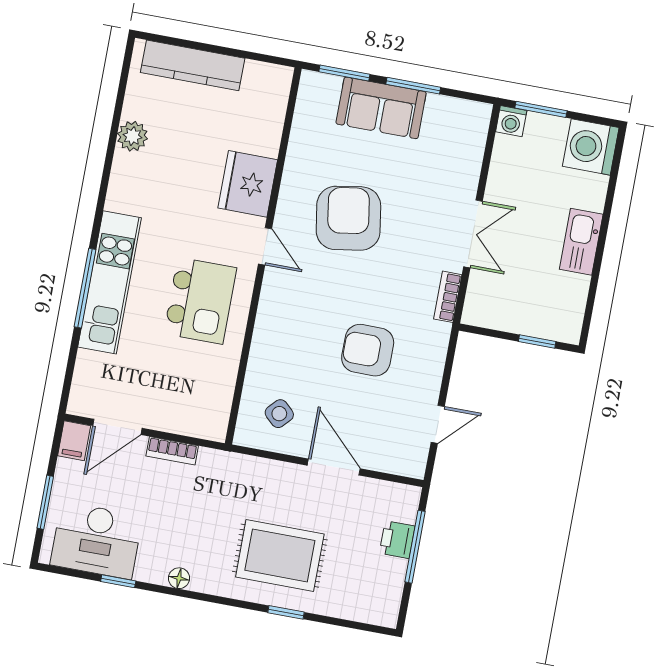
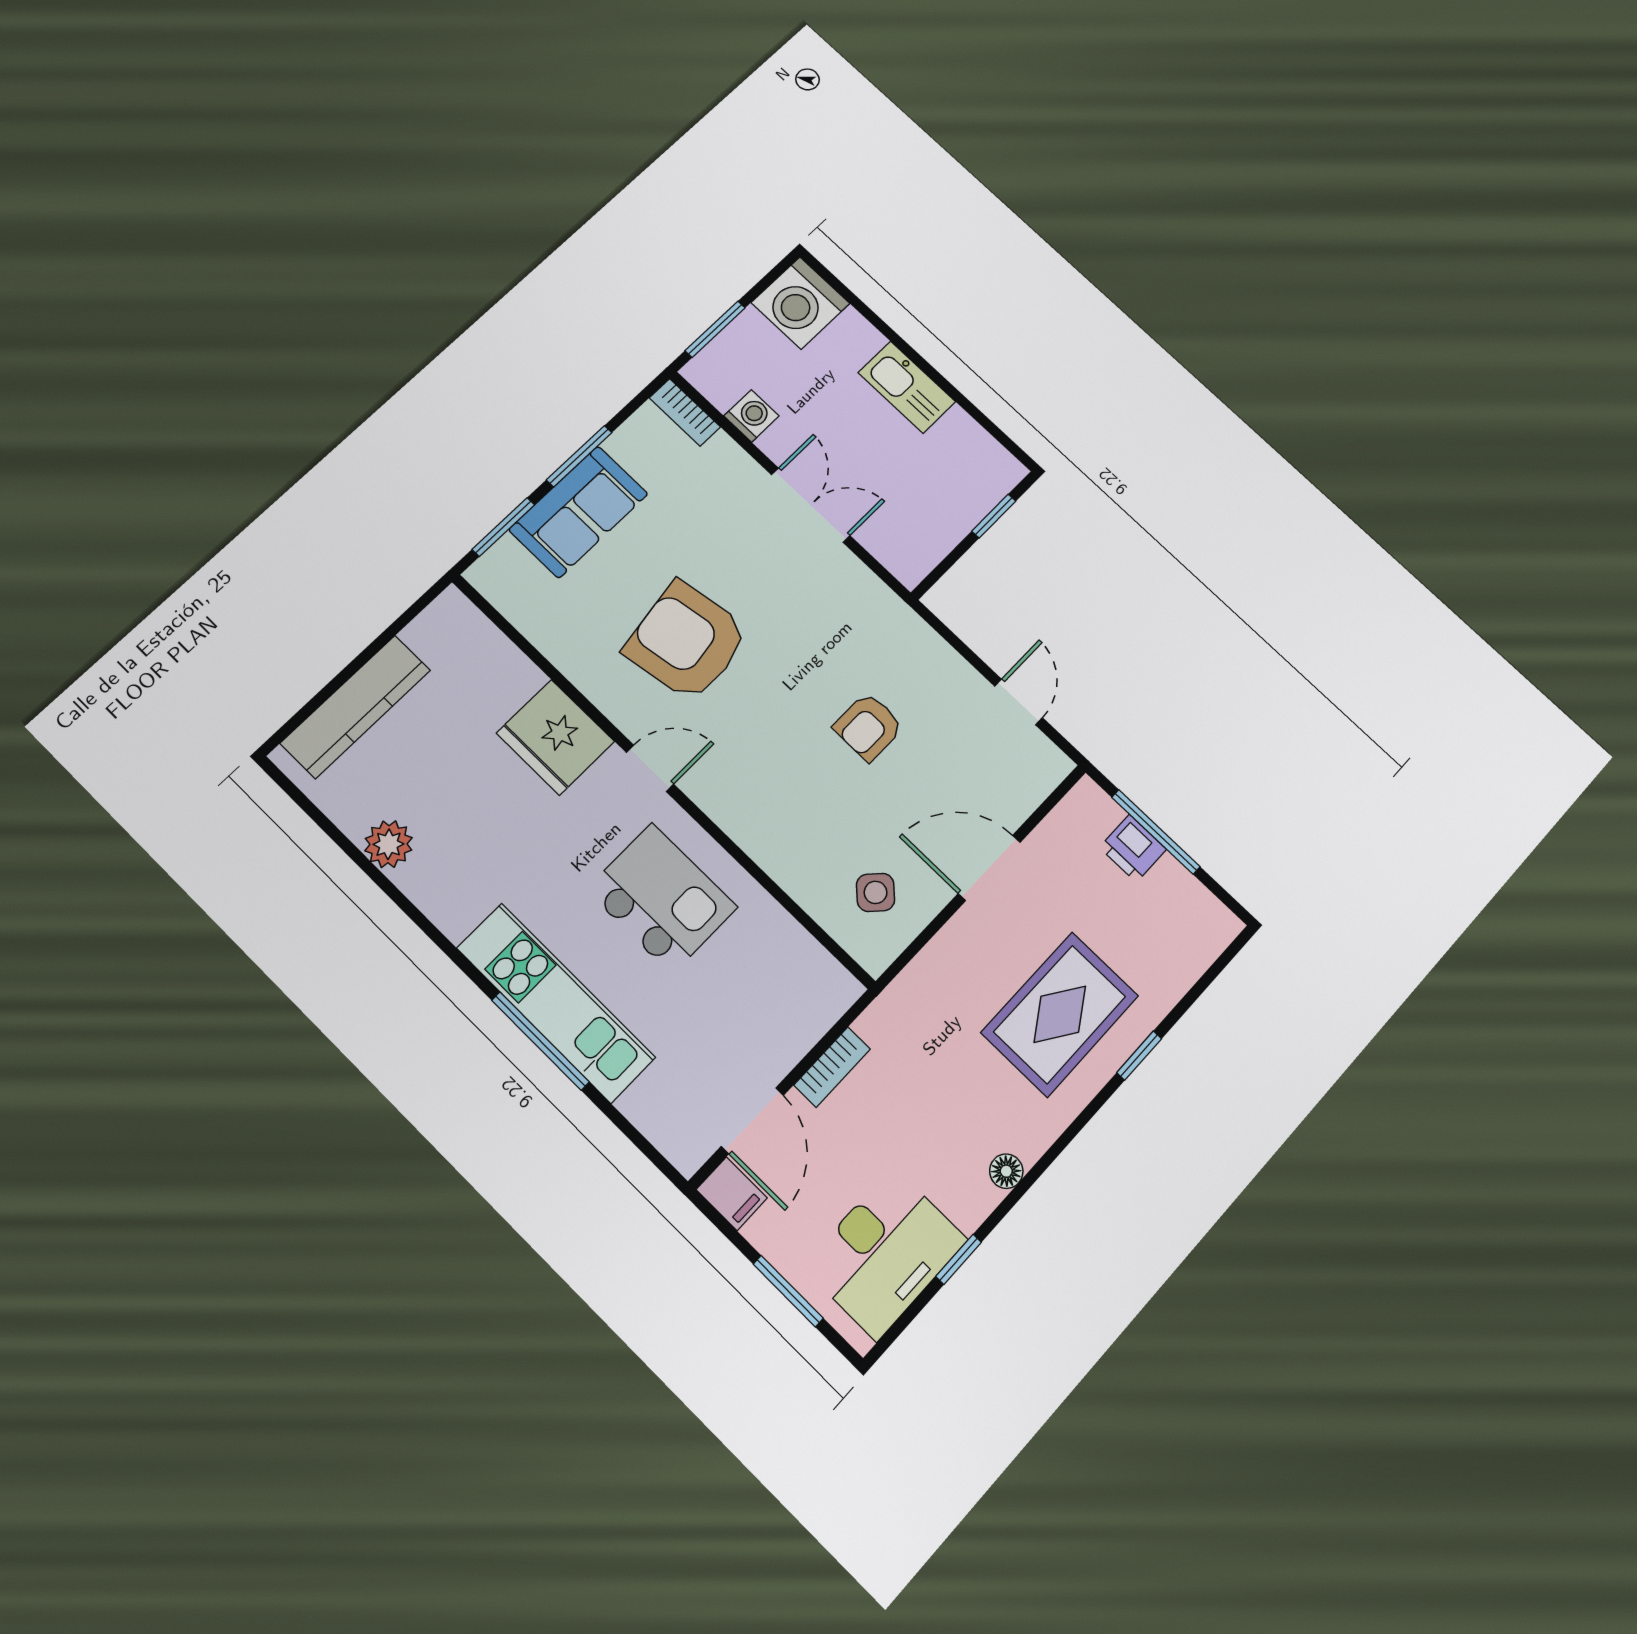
washing machine: (511, 121) -> (751, 416), moved, turned -90
bookcase: (448, 297) -> (685, 412), moved
armchair: (368, 350) -> (868, 727), width x0.72, depth x0.72

